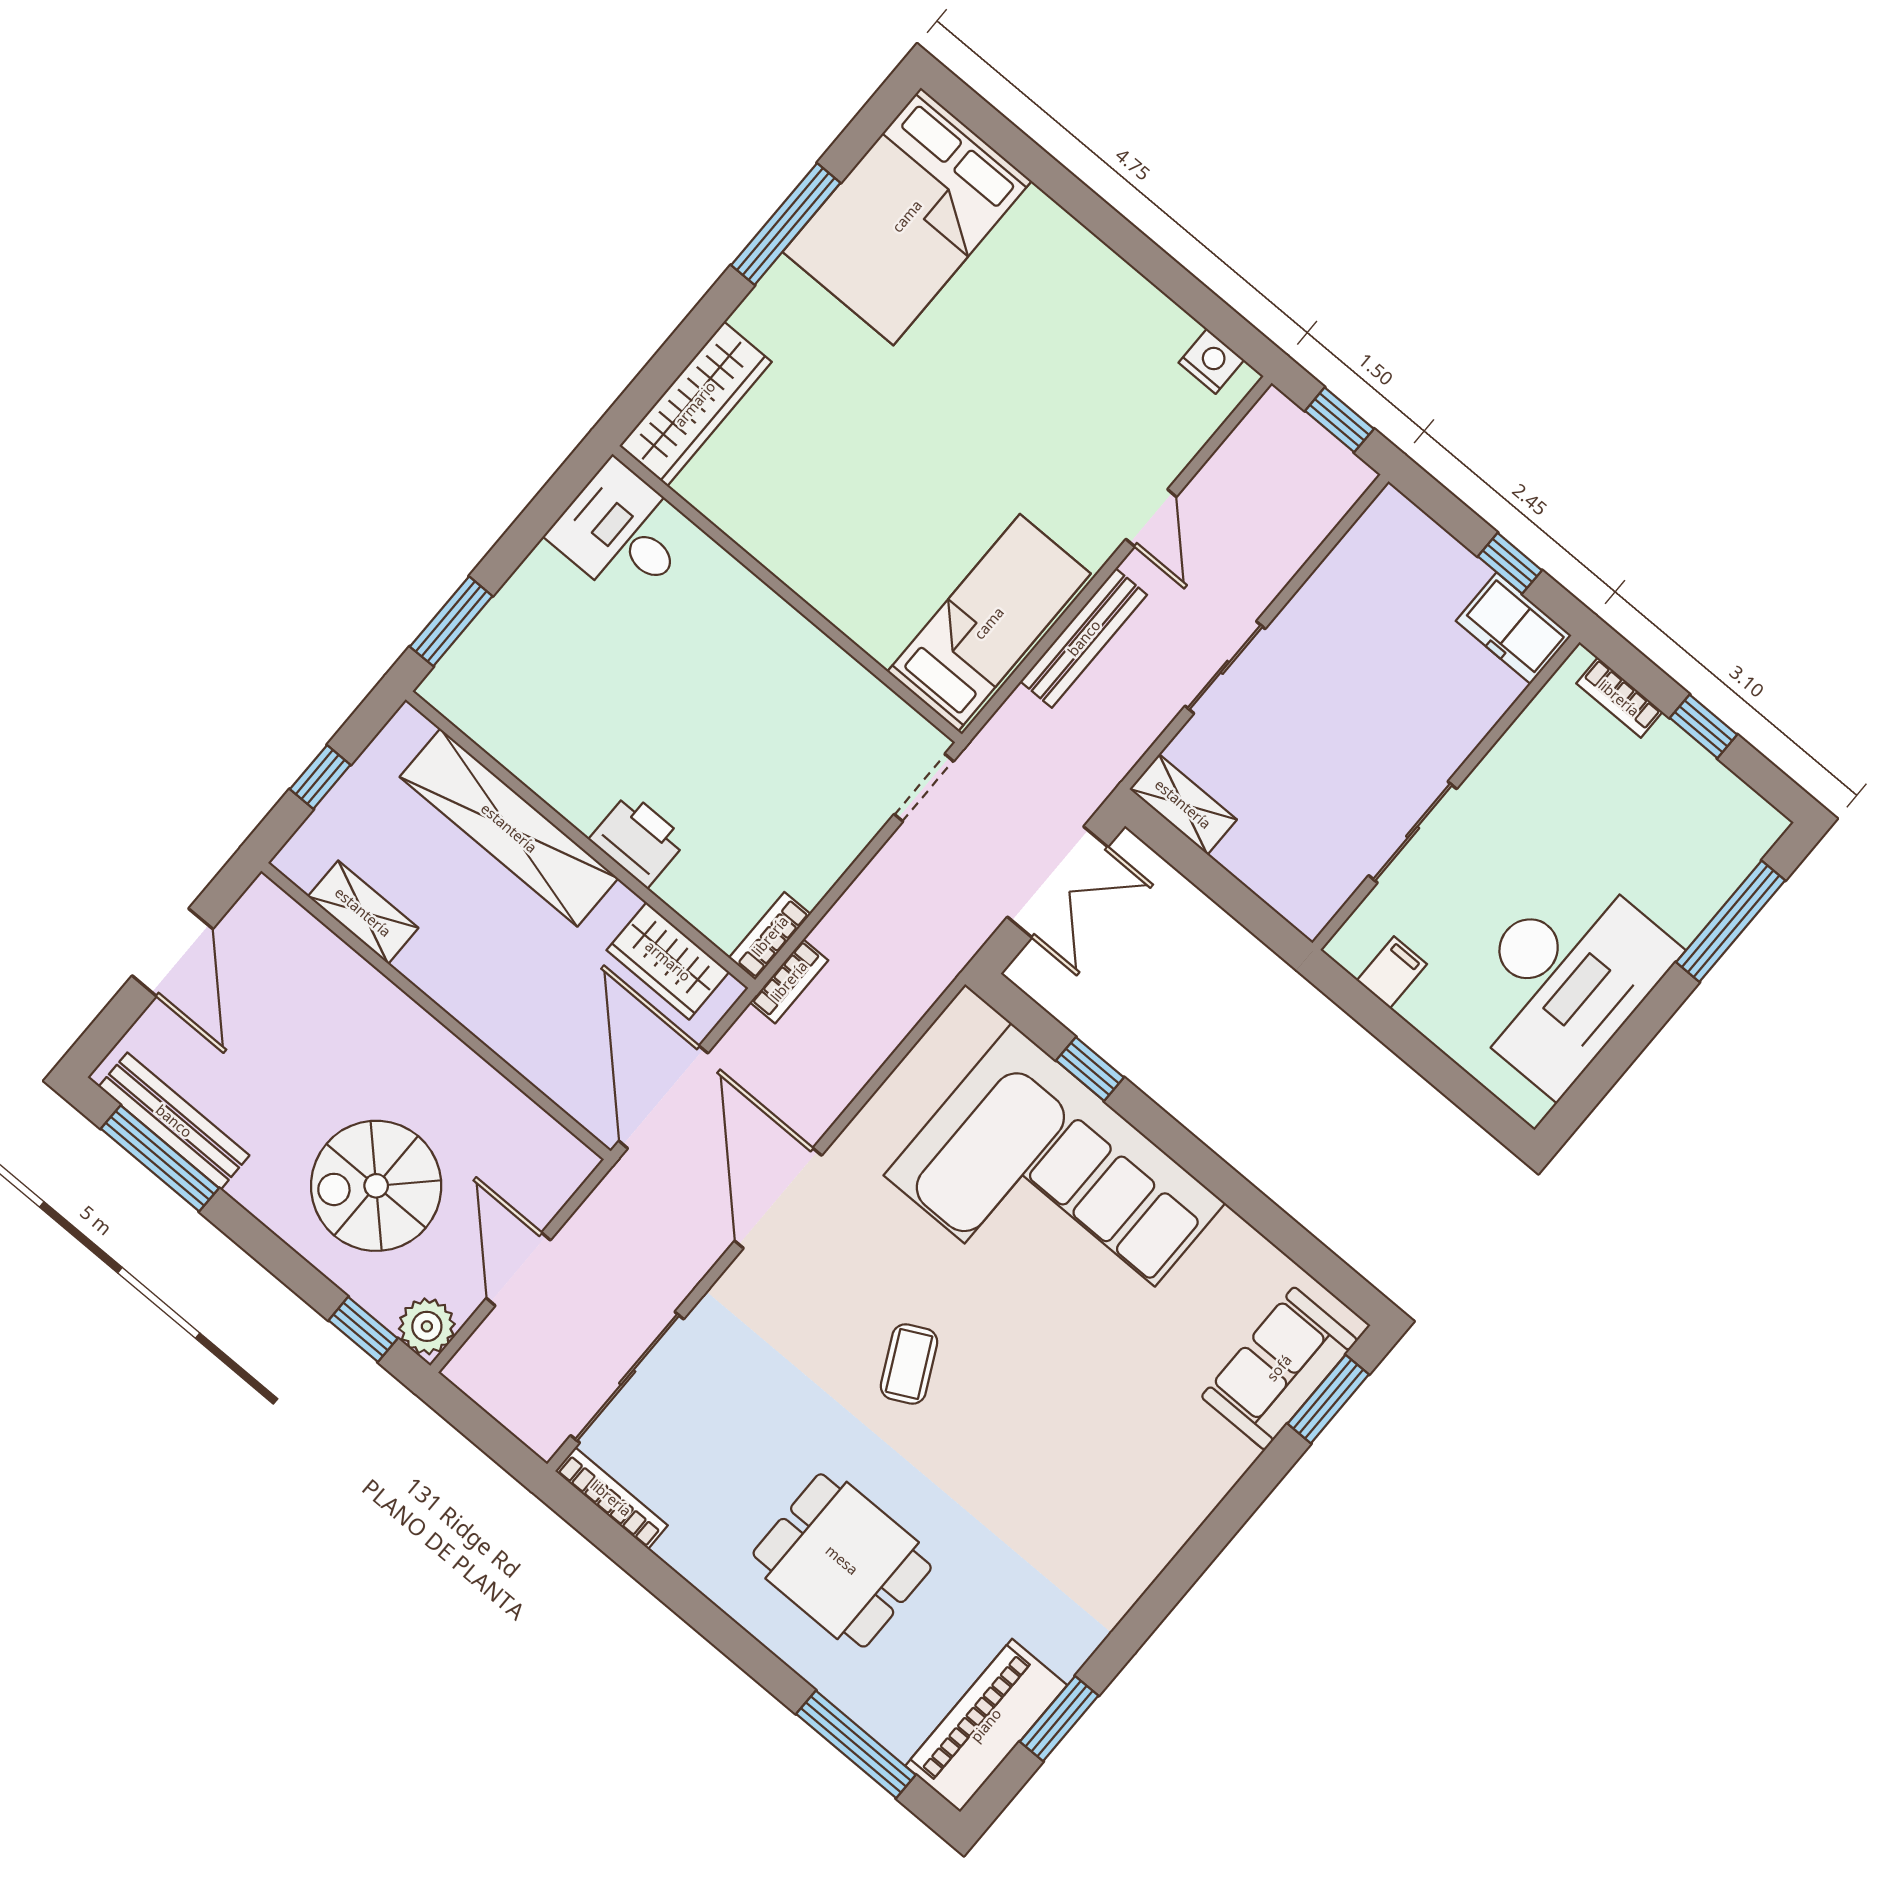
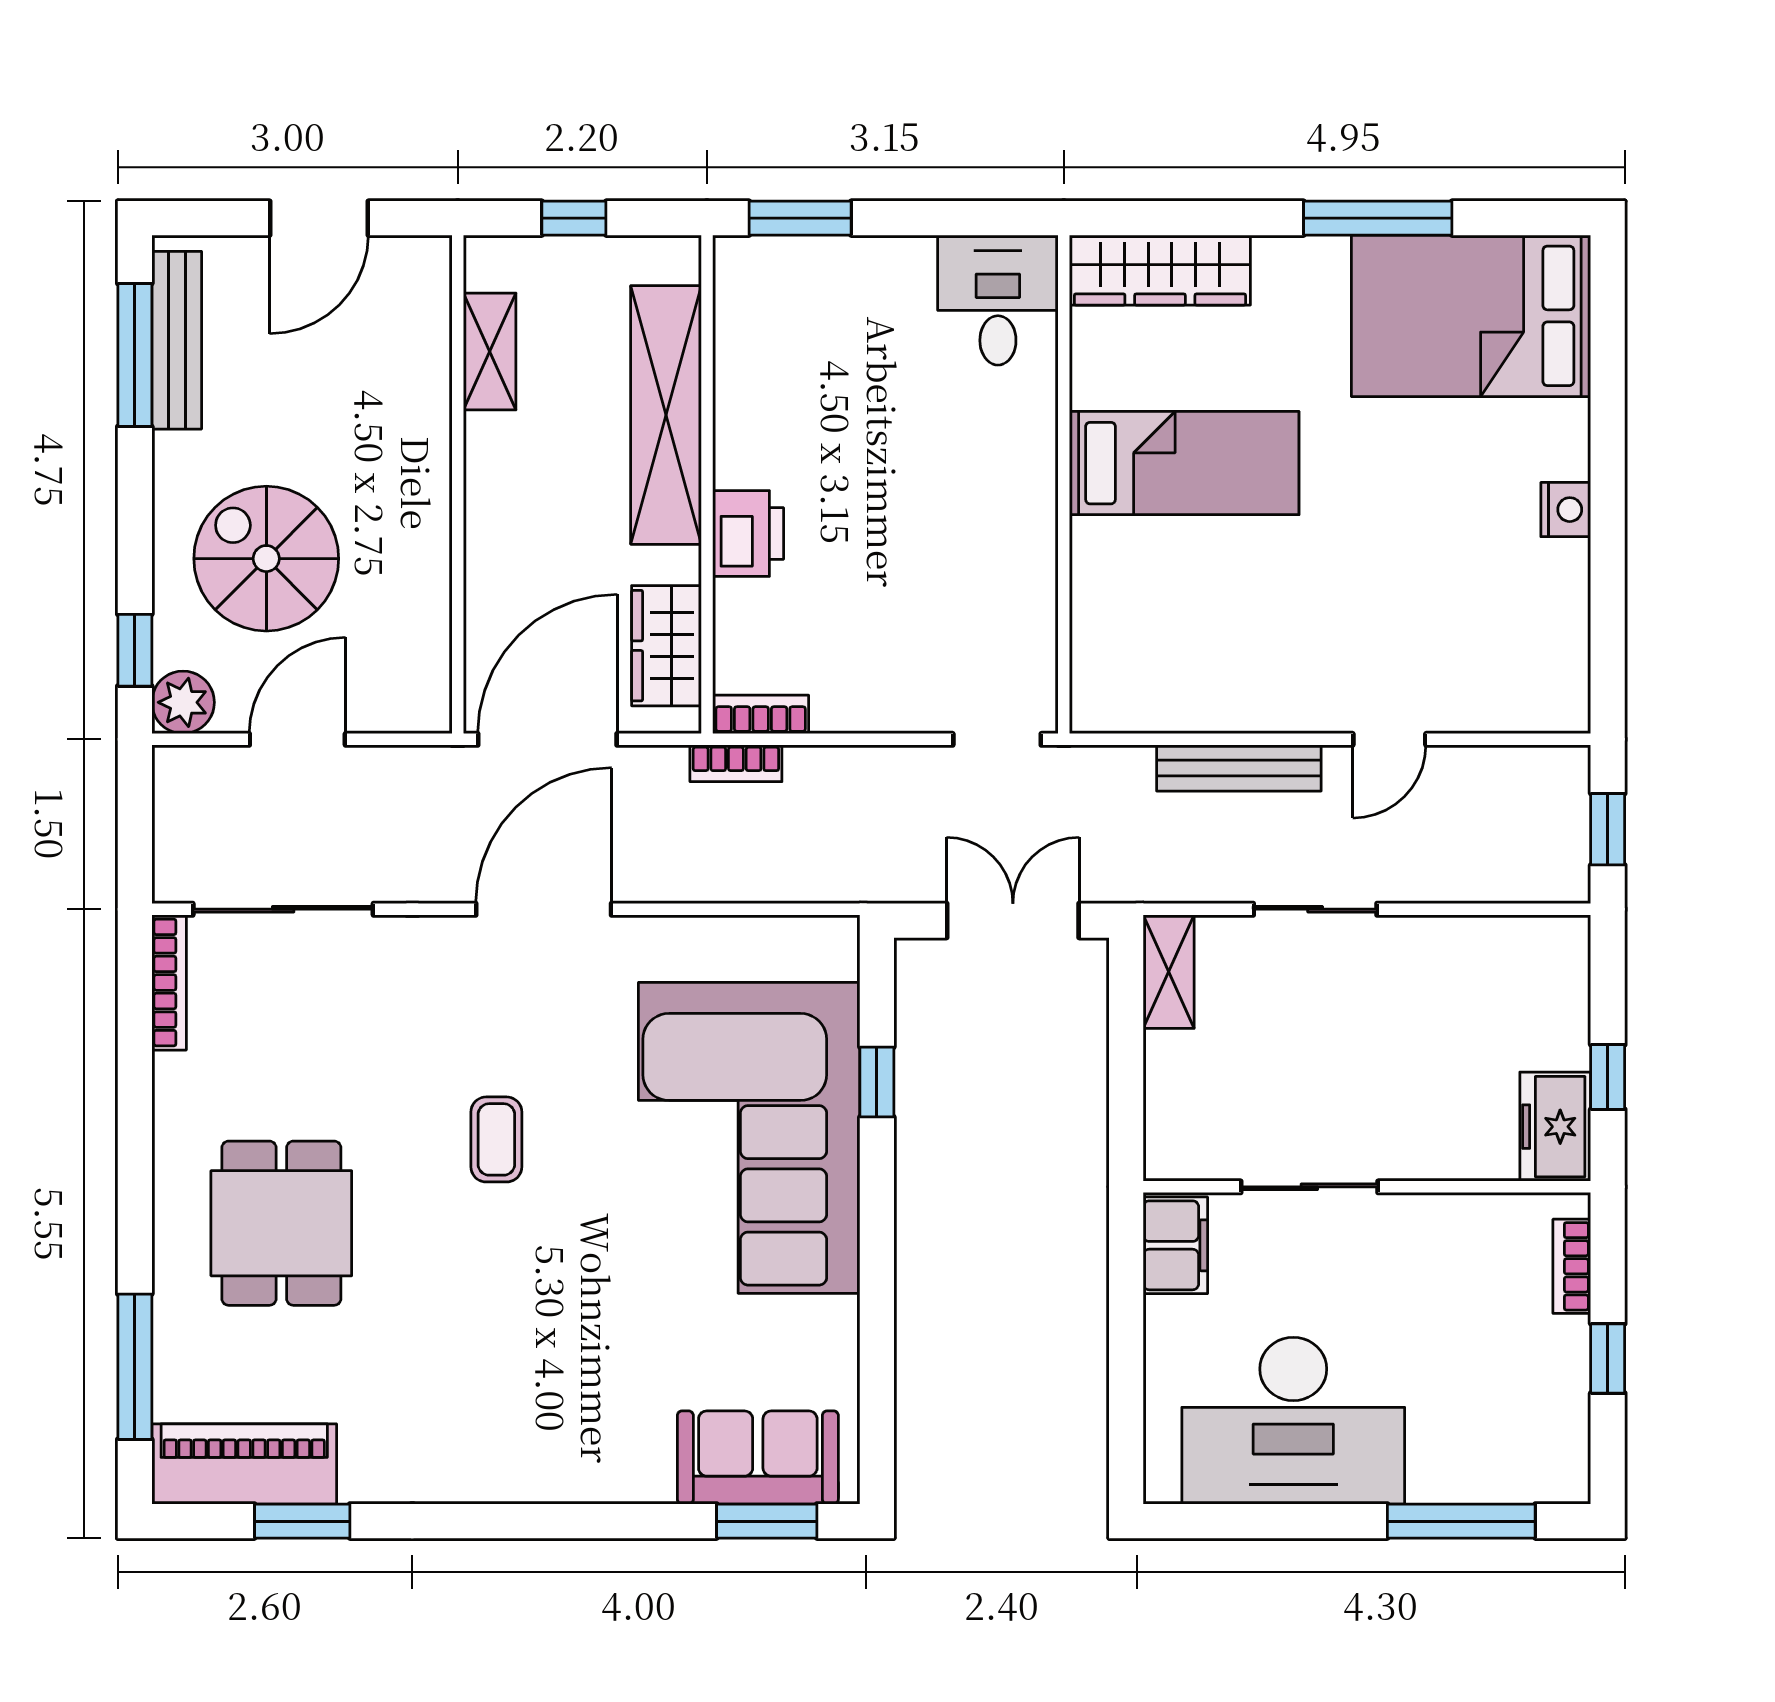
nightstand: (1211, 361) -> (1566, 510), moved
bed: (989, 623) -> (1184, 463), moved
double door: (1058, 882) -> (1013, 921), swing flipped
filing cabinet: (1392, 972) -> (1175, 1245), width x2.00
coffee table: (909, 1364) -> (496, 1139), turned -63

